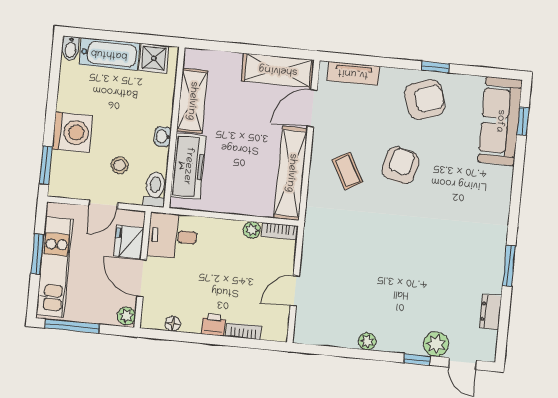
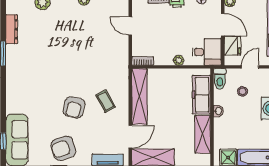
plant: (252, 230) -> (179, 60), moved
door: (295, 291) -> (130, 26), swing flipped
dresser: (491, 312) -> (12, 29), width x1.44

